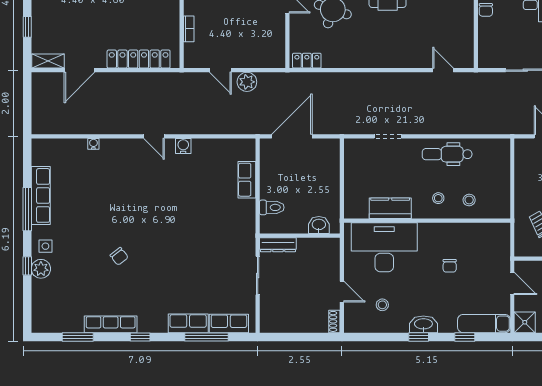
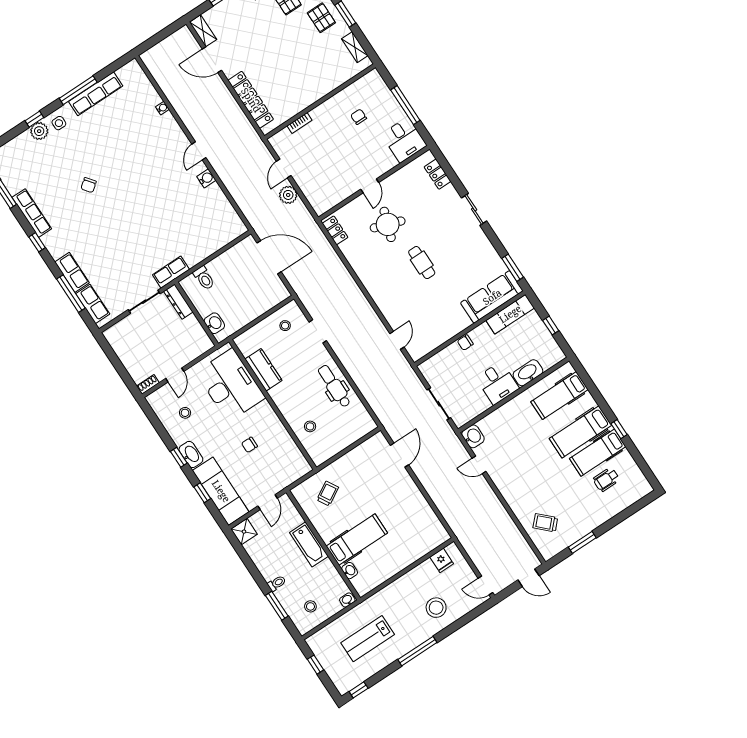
row of seats: (247, 180) -> (171, 272), moved
stool: (438, 198) -> (285, 326), moved
exam couch: (484, 324) -> (221, 491), width x1.36, depth x1.45

